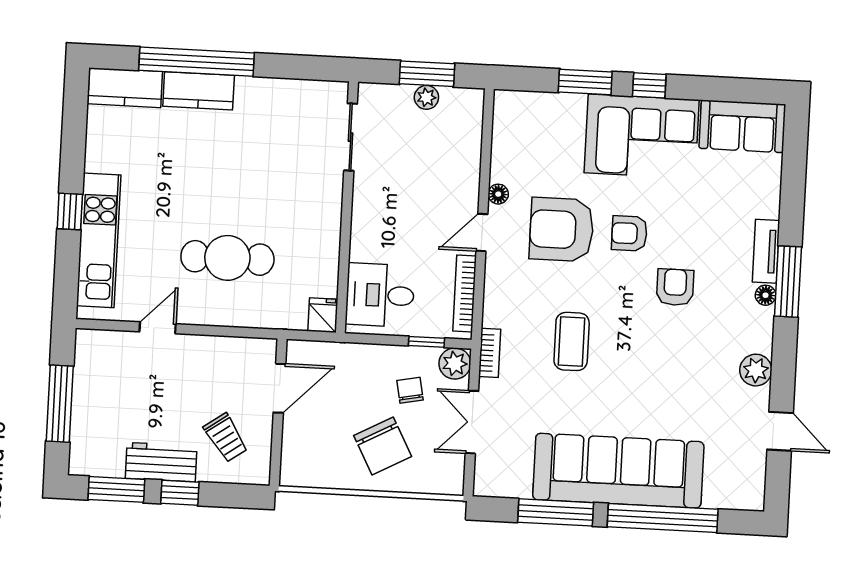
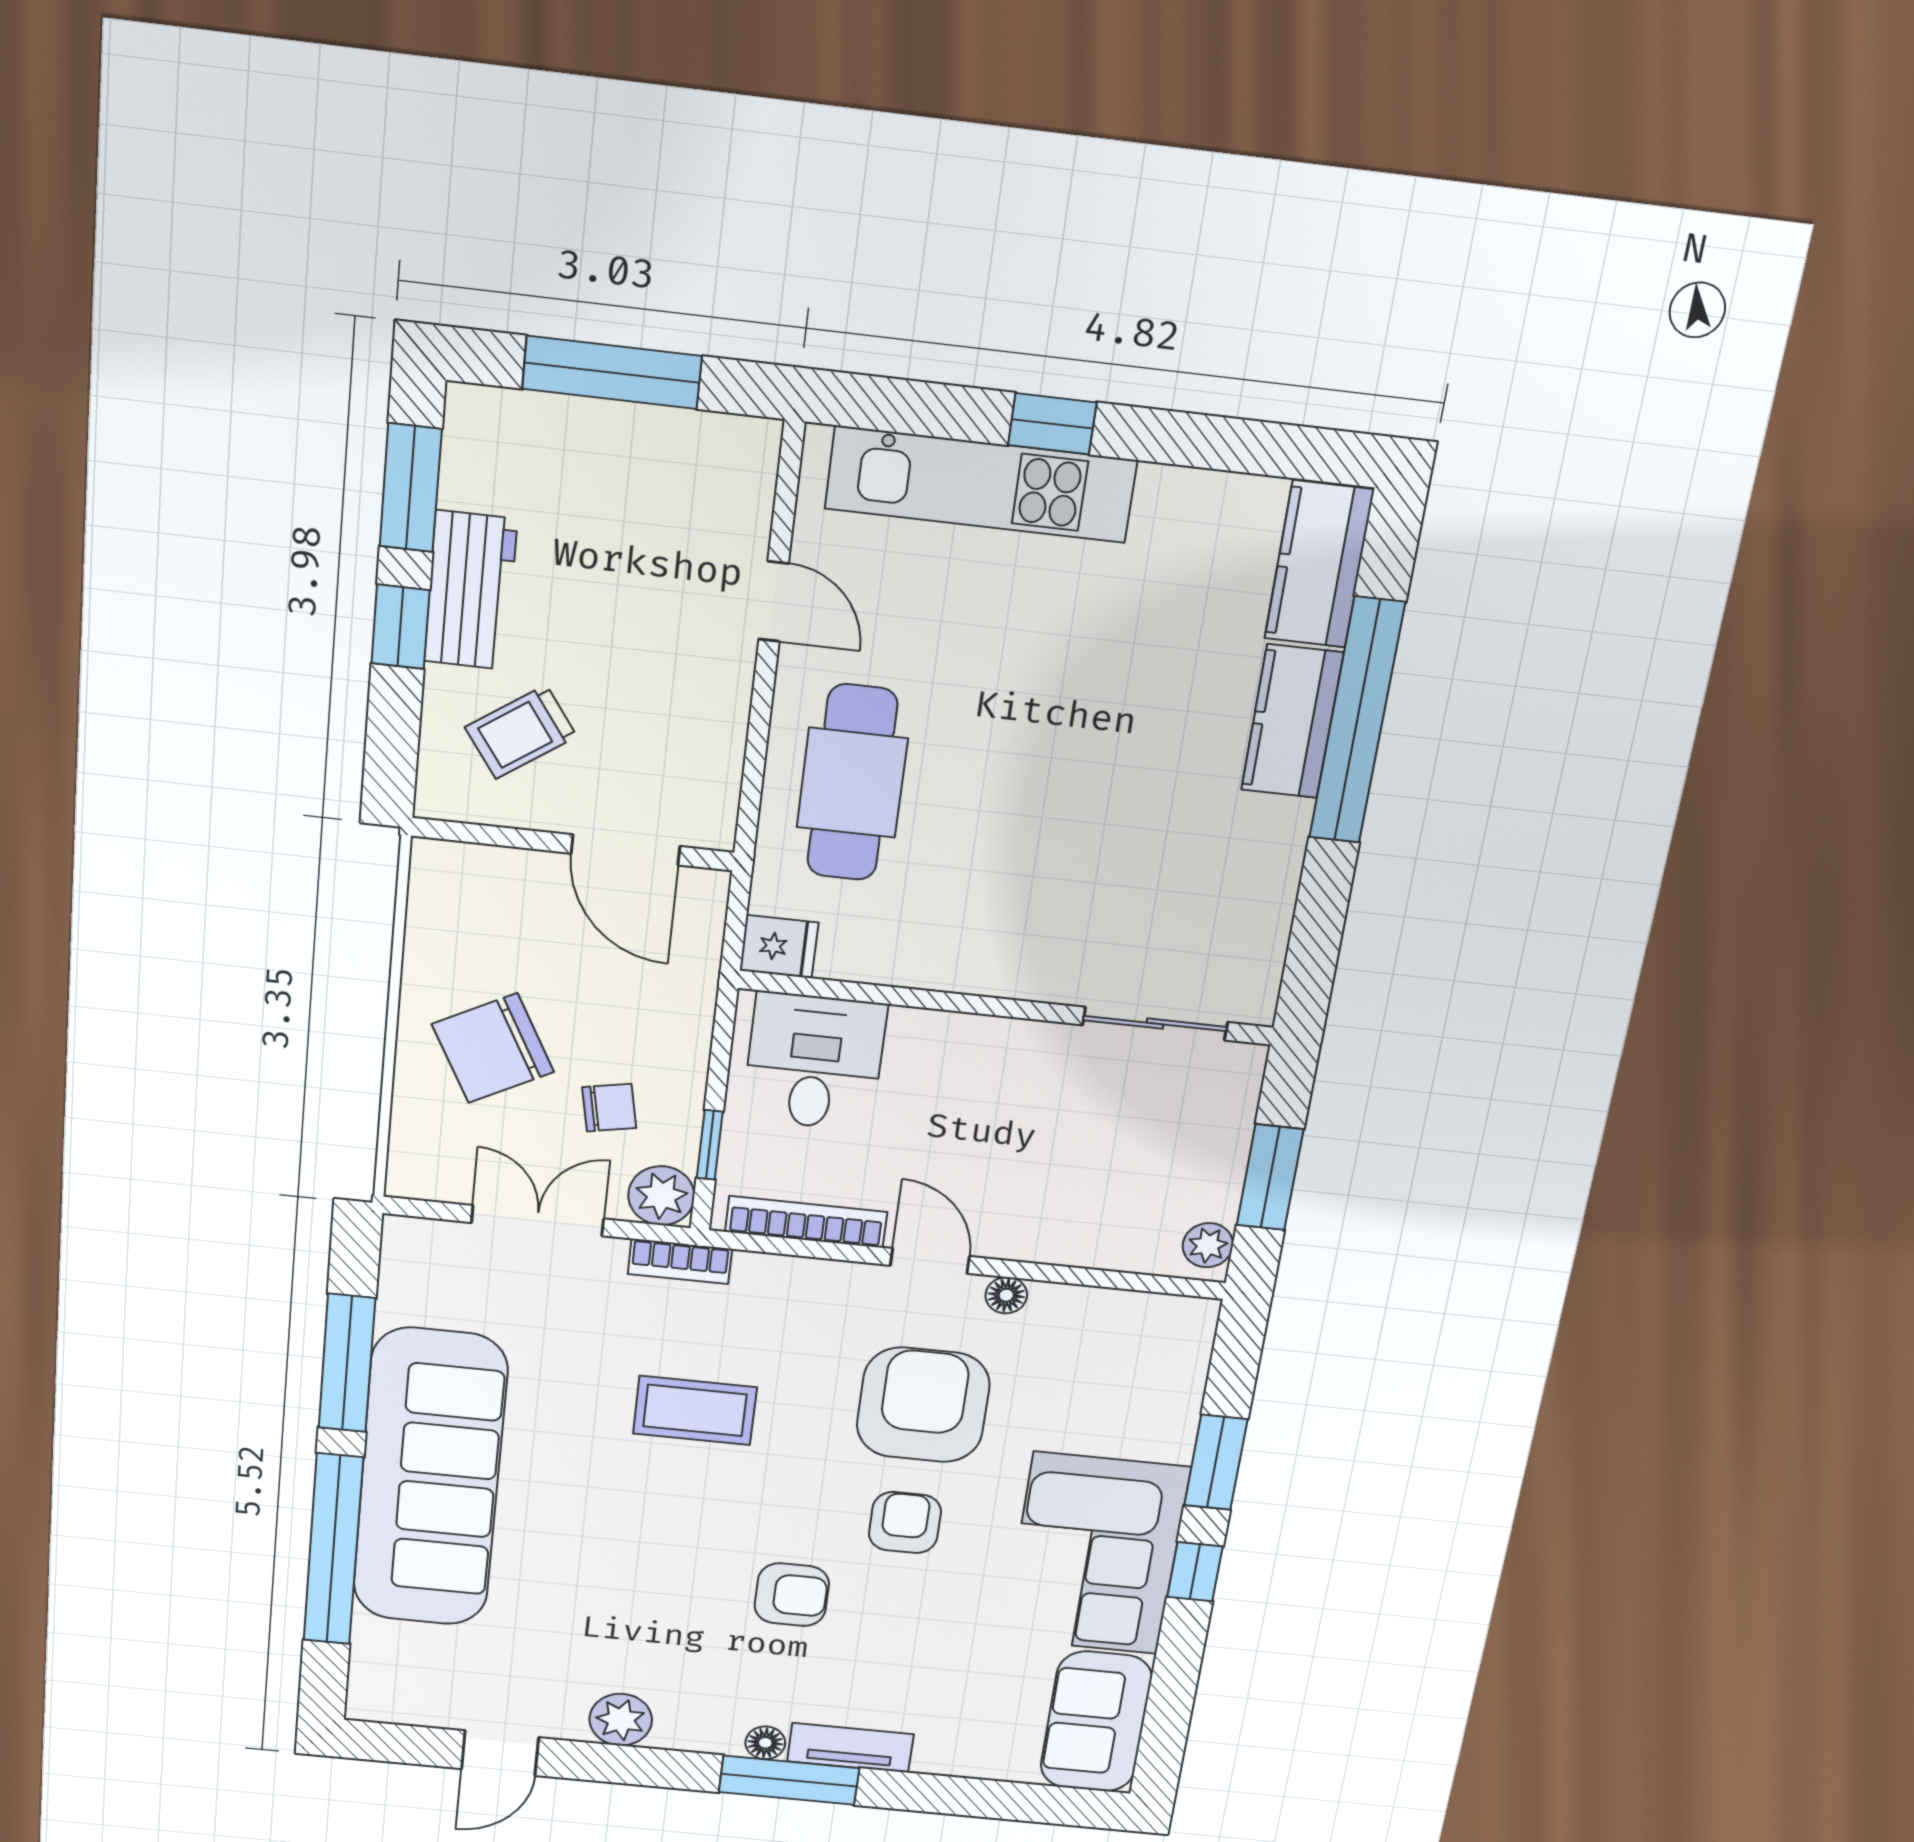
plant: (426, 97) -> (1208, 1245), moved
cafe table: (227, 258) -> (852, 783), moved

